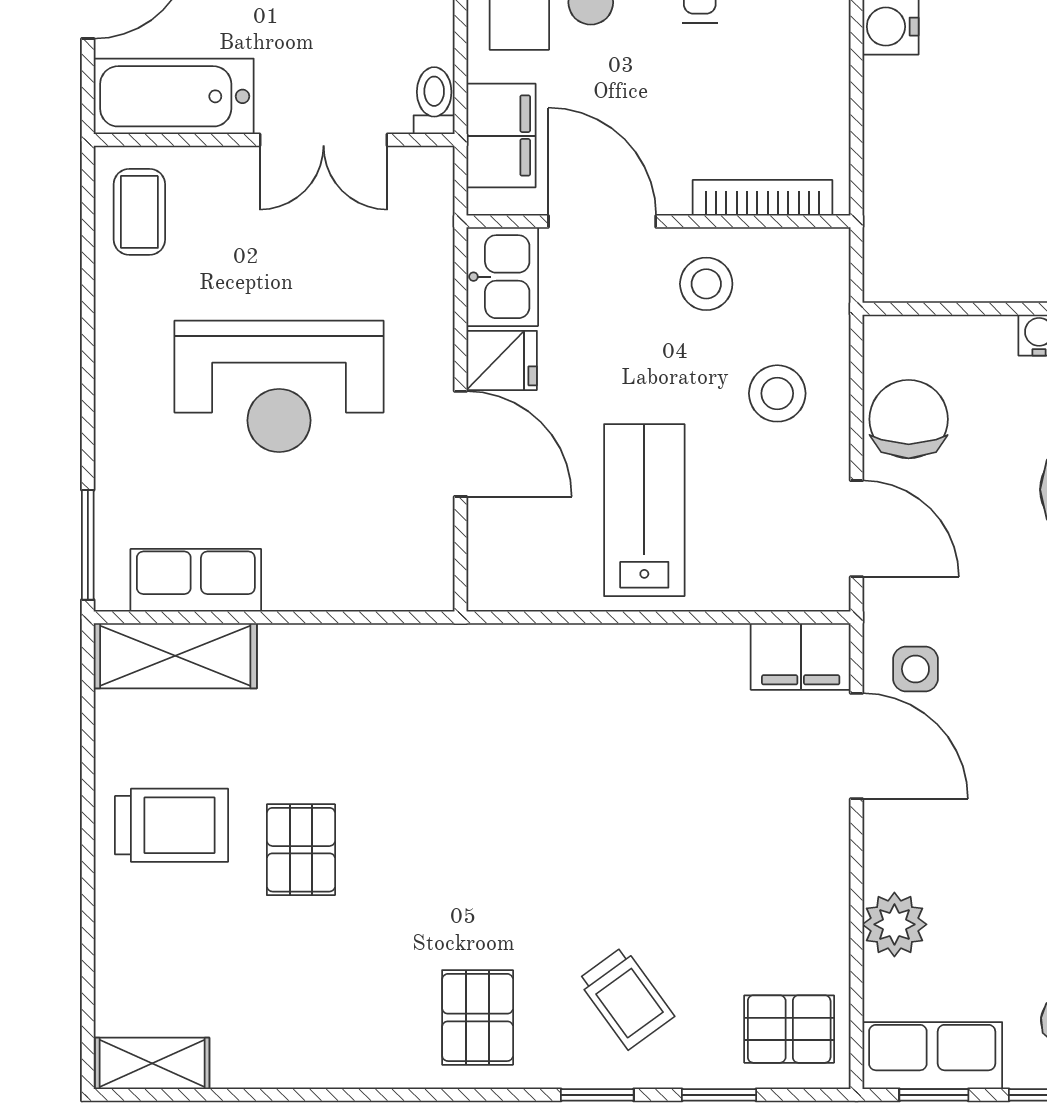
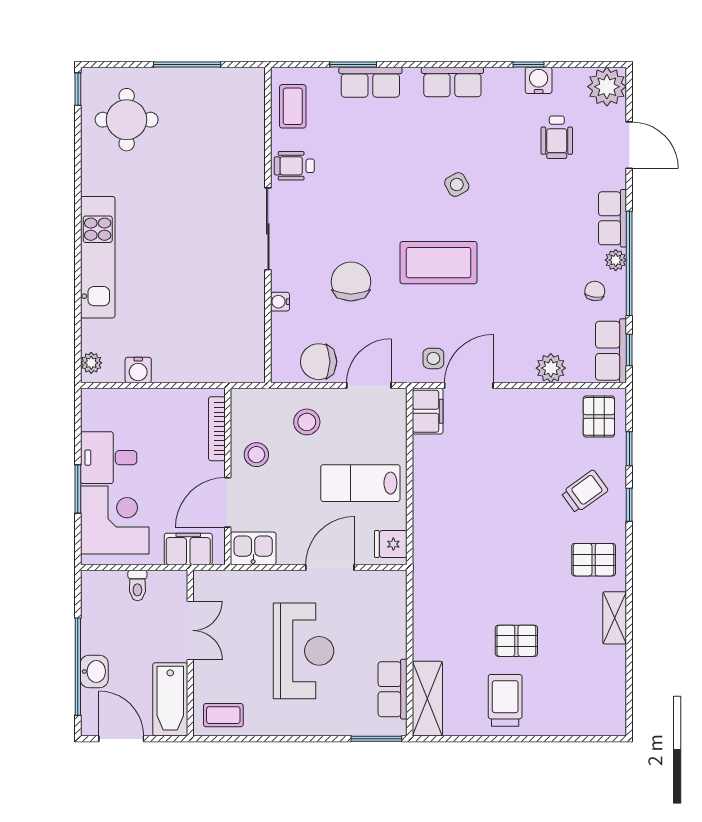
toilet: (434, 101) -> (137, 586), moved, turned -90
fridge: (502, 360) -> (391, 544), moved, turned -90
shelving: (152, 1063) -> (615, 618), moved

